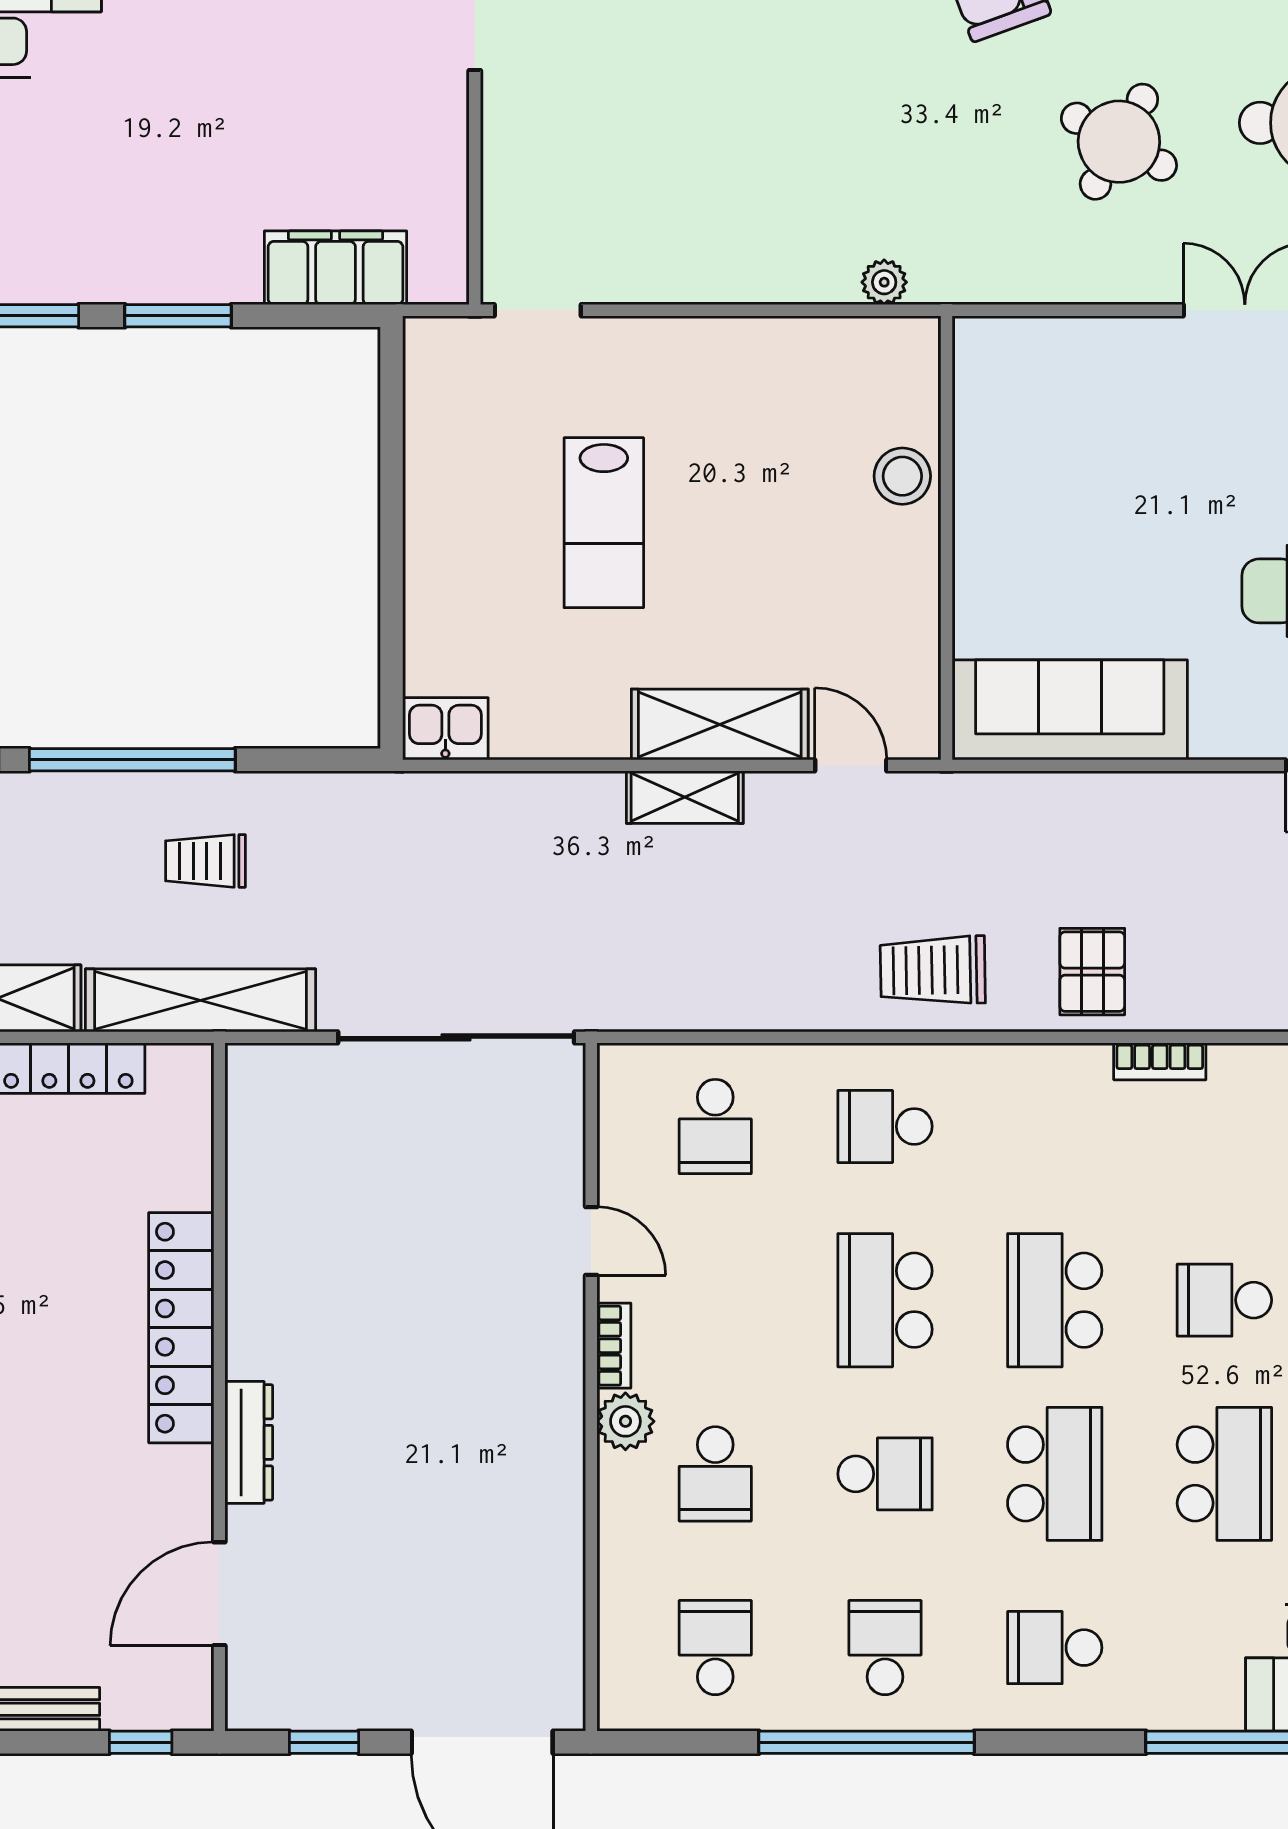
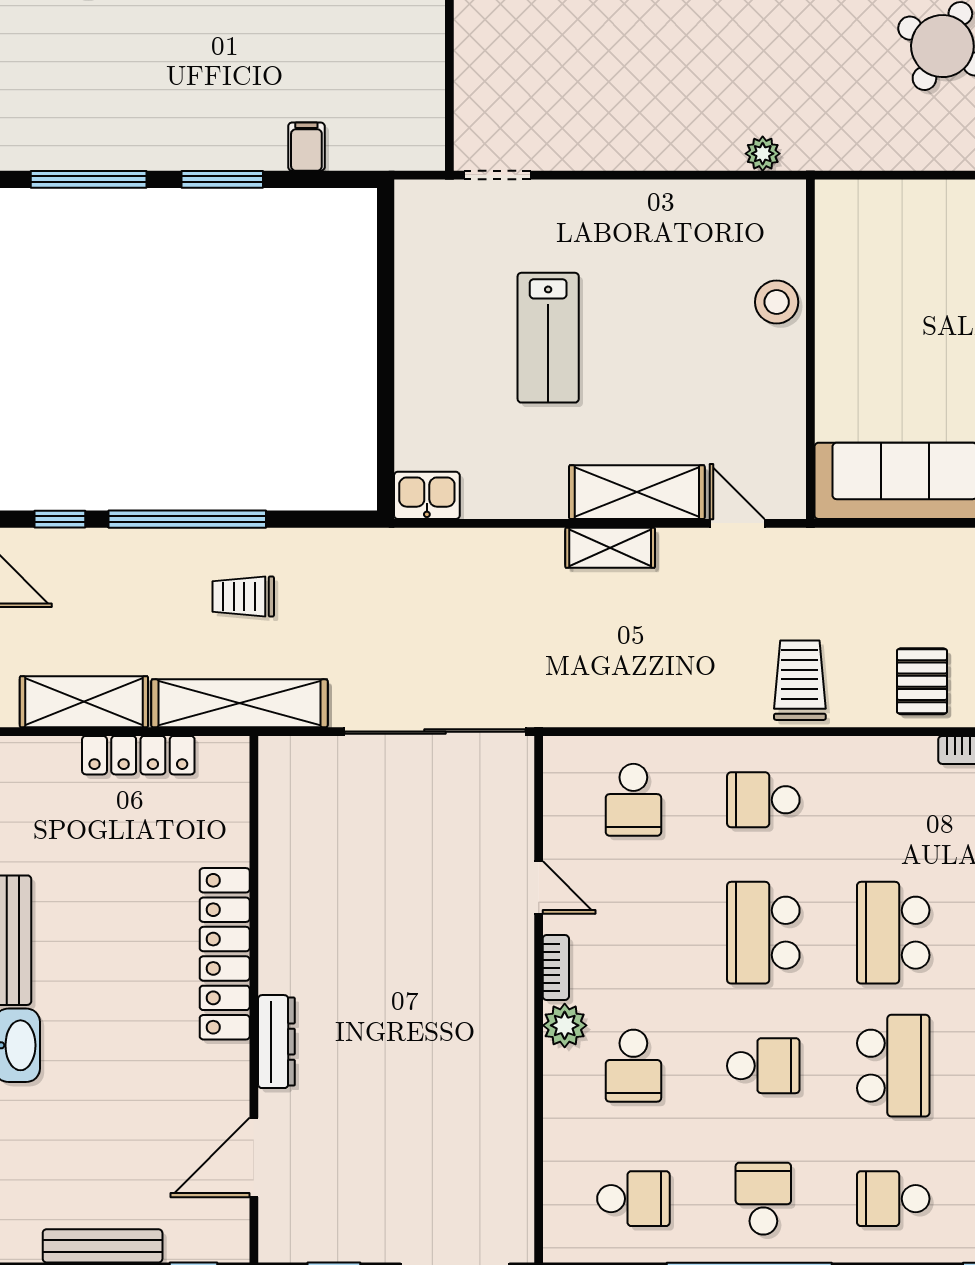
filing cabinet: (336, 268) -> (306, 147), width x0.33, depth x0.86
trolley: (933, 970) -> (800, 680), turned 91
school desk: (715, 1648) -> (633, 1199), turned 90

